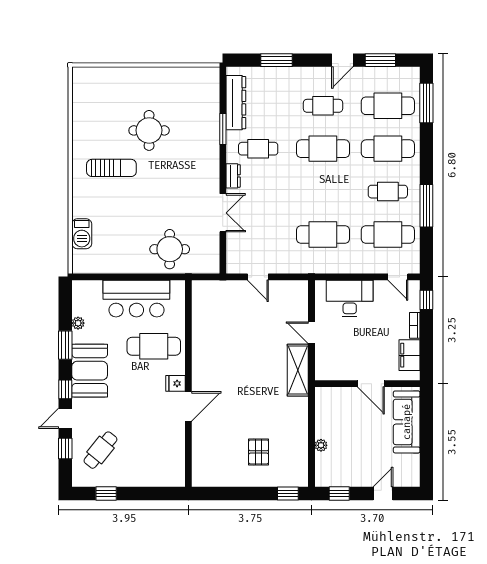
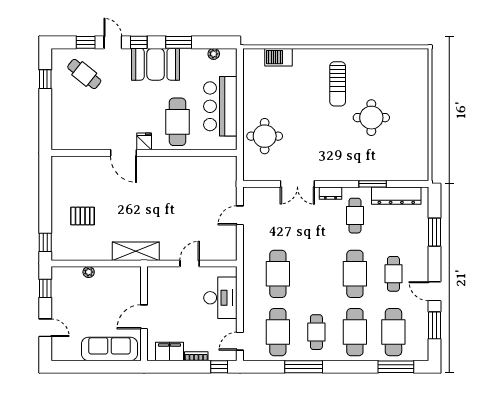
plant: (78, 323) -> (214, 54), moved
shelving: (298, 370) -> (136, 251), moved

